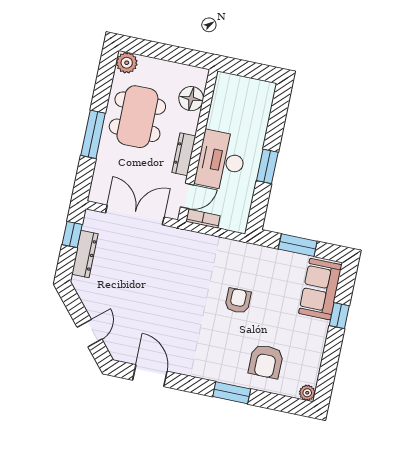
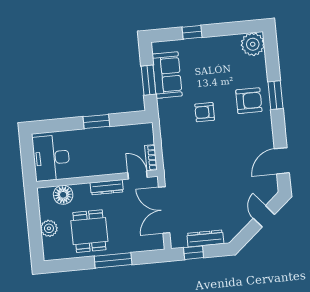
plant: (127, 63) -> (49, 228), moved
dining table: (137, 117) -> (89, 231), width x0.73
desk: (221, 161) -> (51, 158), moved, turned 90
sofa: (320, 289) -> (167, 75), moved, turned -90
door: (90, 333) -> (264, 216), hinge flipped
armchair: (266, 361) -> (249, 101), moved
plant: (307, 393) -> (253, 44), width x1.87, depth x1.87

